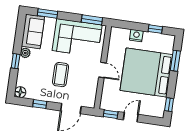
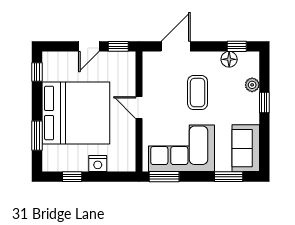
plant: (25, 53) -> (252, 85), moved
floor lamp: (20, 92) -> (229, 59), moved
window: (40, 104) -> (237, 46), moved

